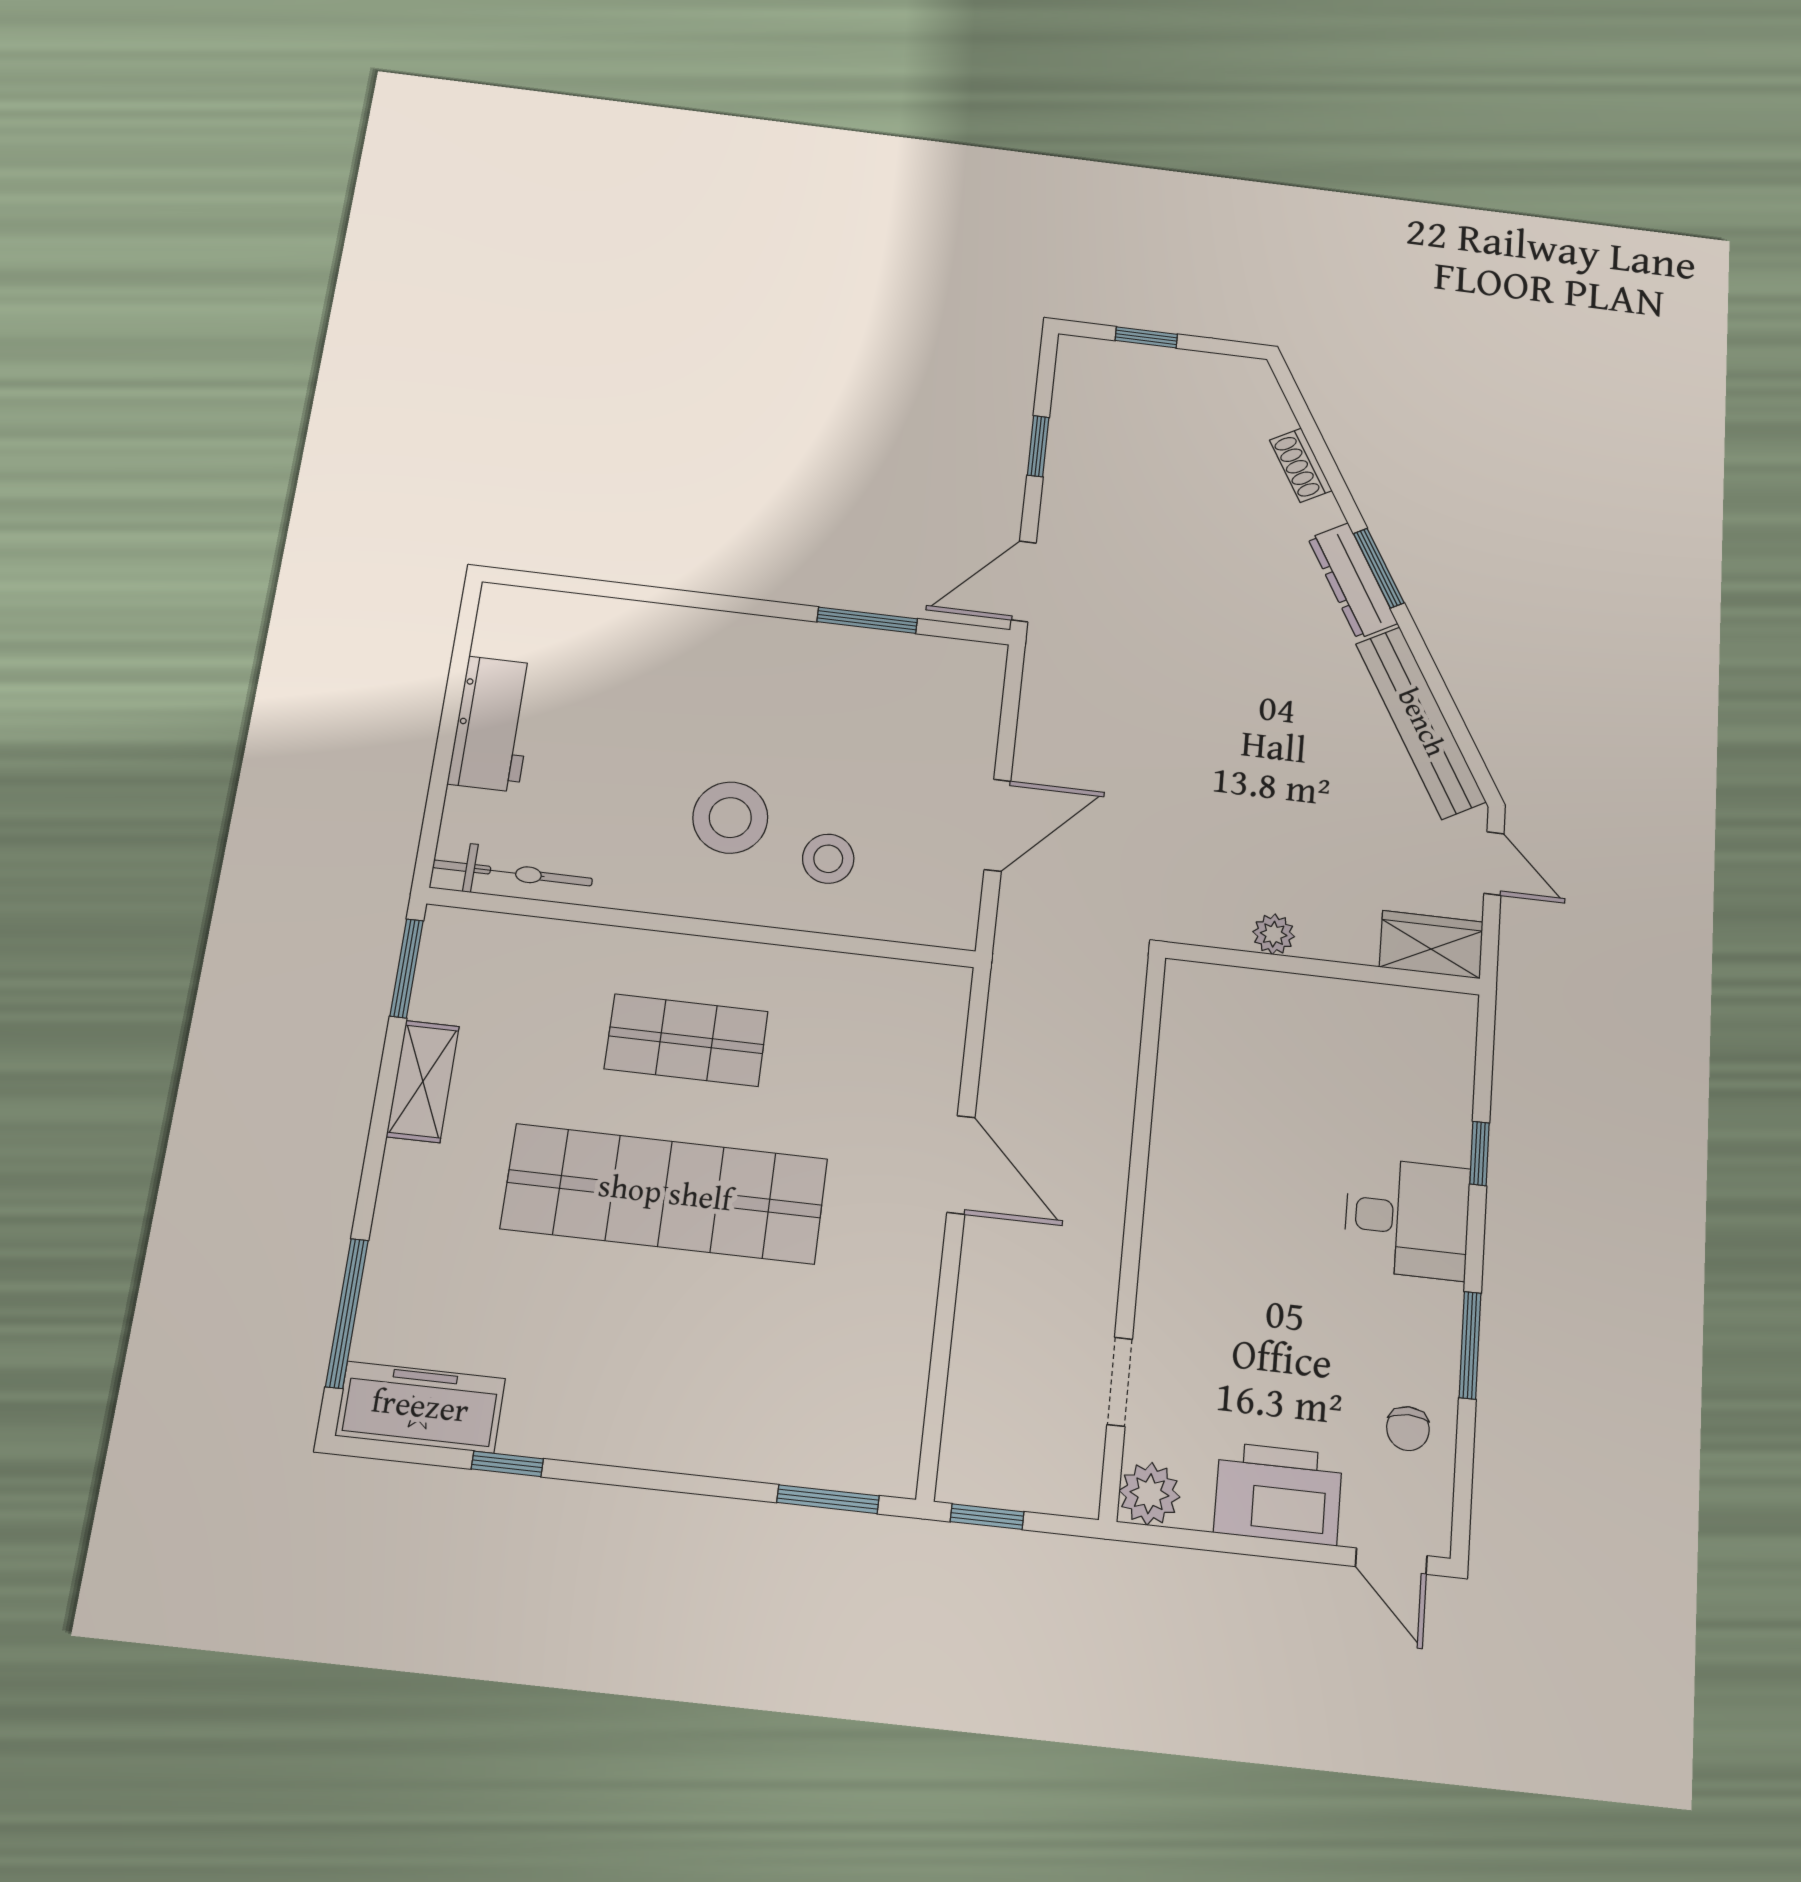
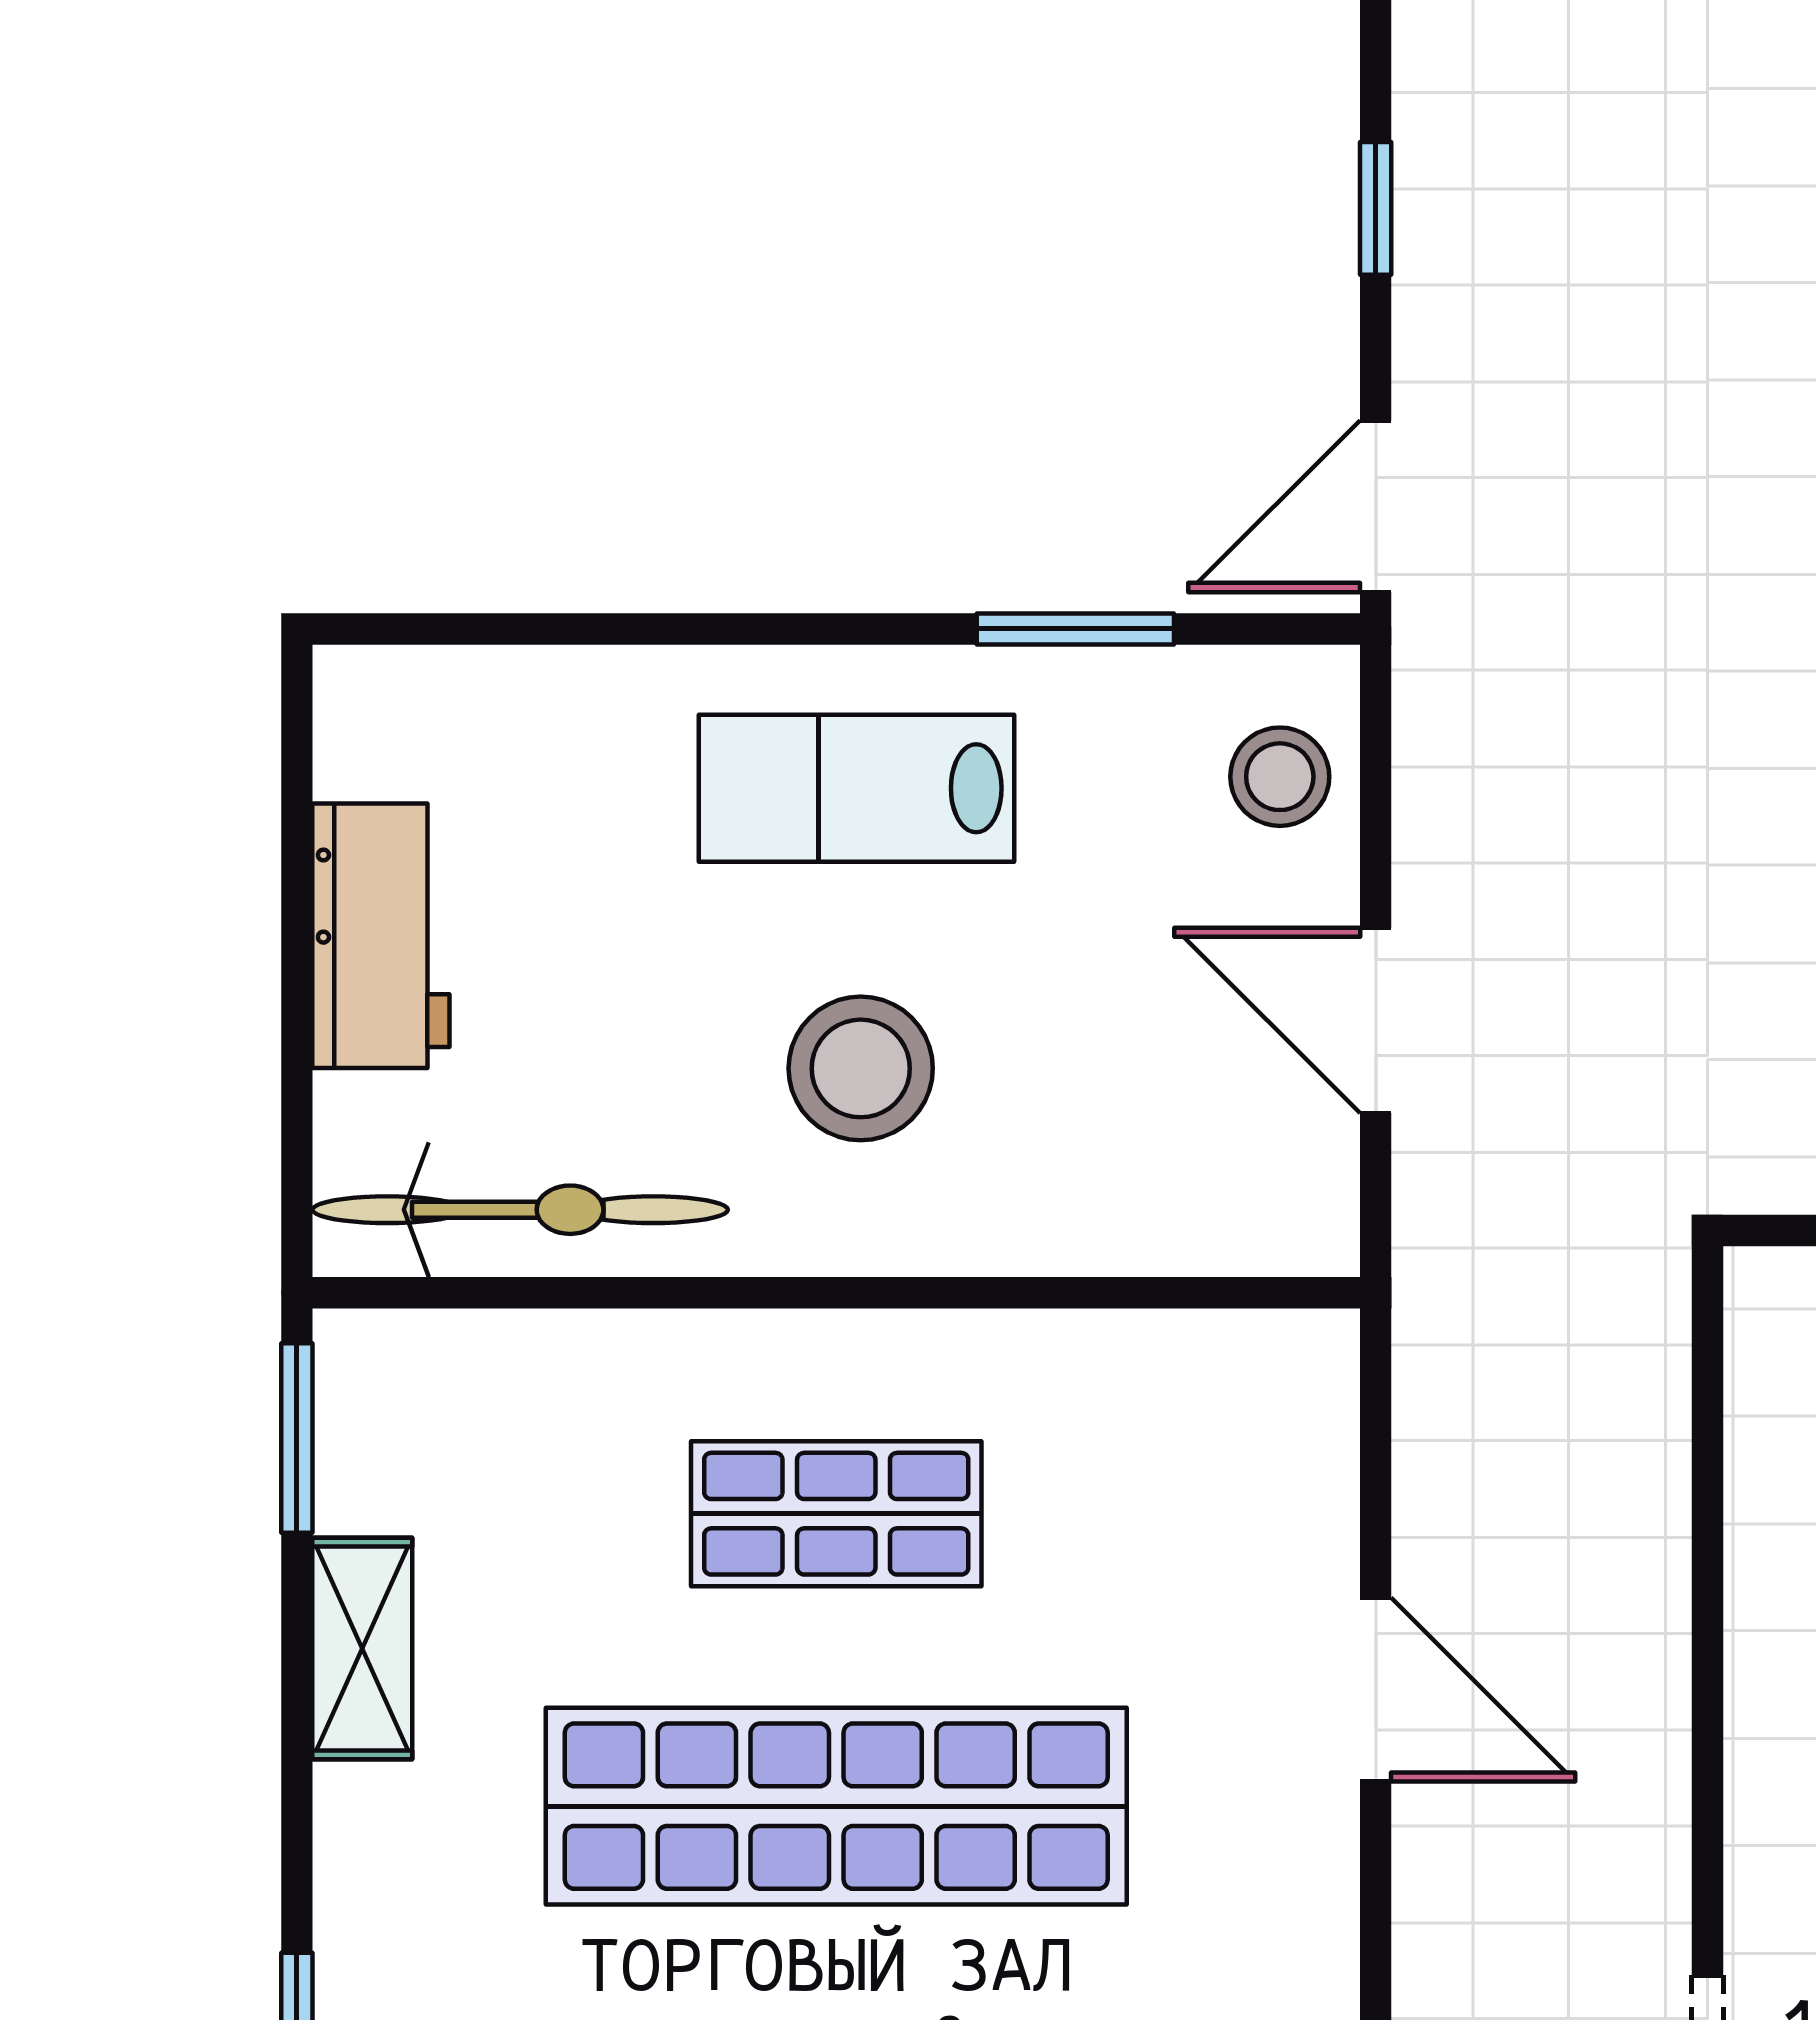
lab bench: (747, 682) -> (856, 788), added
door: (997, 825) -> (1376, 1020), swing flipped
stool: (828, 859) -> (1280, 777), moved
bicycle: (513, 873) -> (520, 1210), width x1.37, depth x1.40

